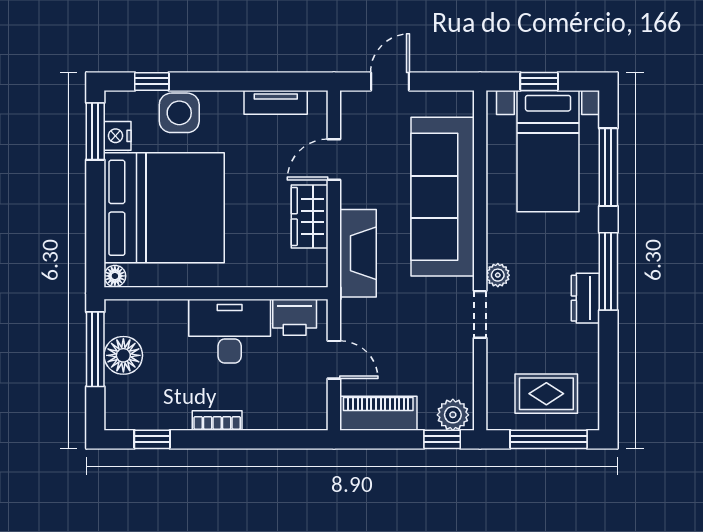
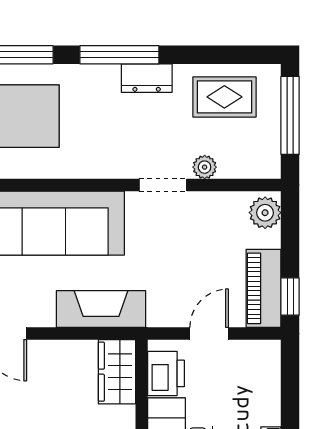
wardrobe: (310, 216) -> (117, 372), moved, turned 90
plant: (498, 275) -> (205, 167), moved
rug: (546, 394) -> (224, 97), moved, turned 90
window: (442, 439) -> (290, 297), moved

